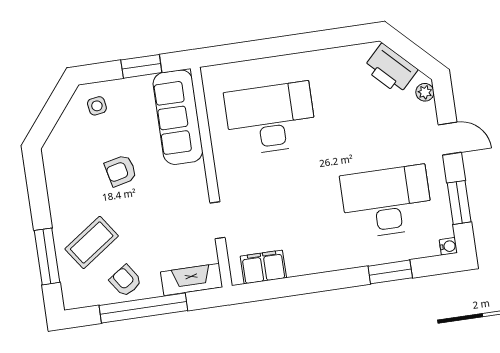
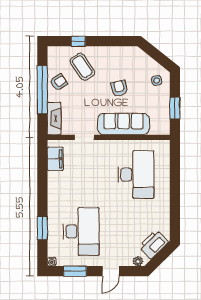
sofa: (178, 117) -> (124, 124), moved
window: (47, 256) -> (78, 41), width x0.46

